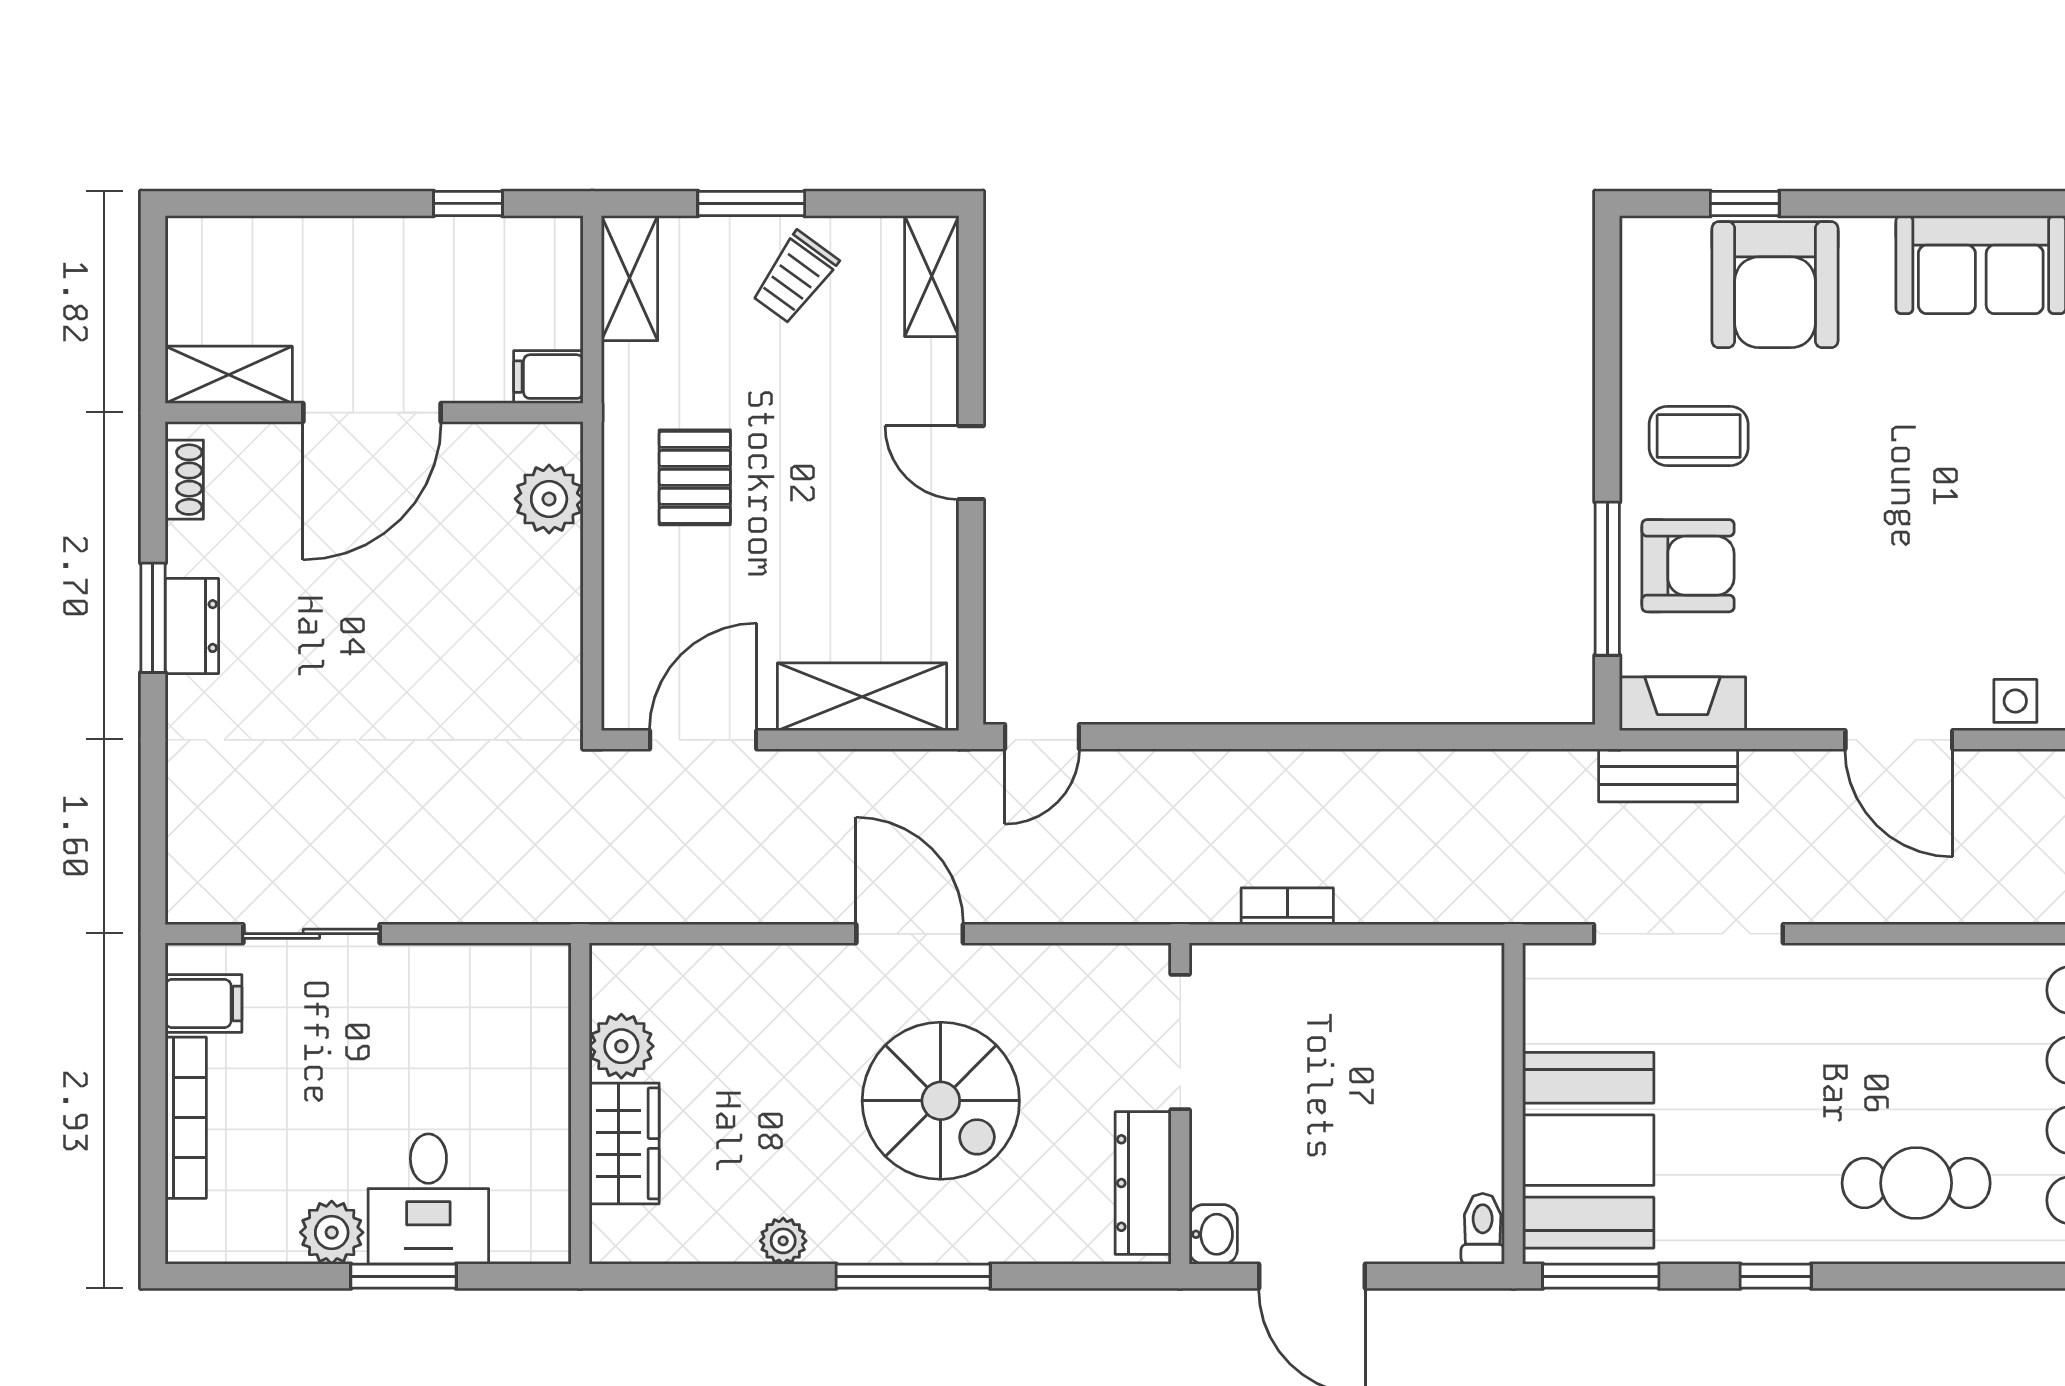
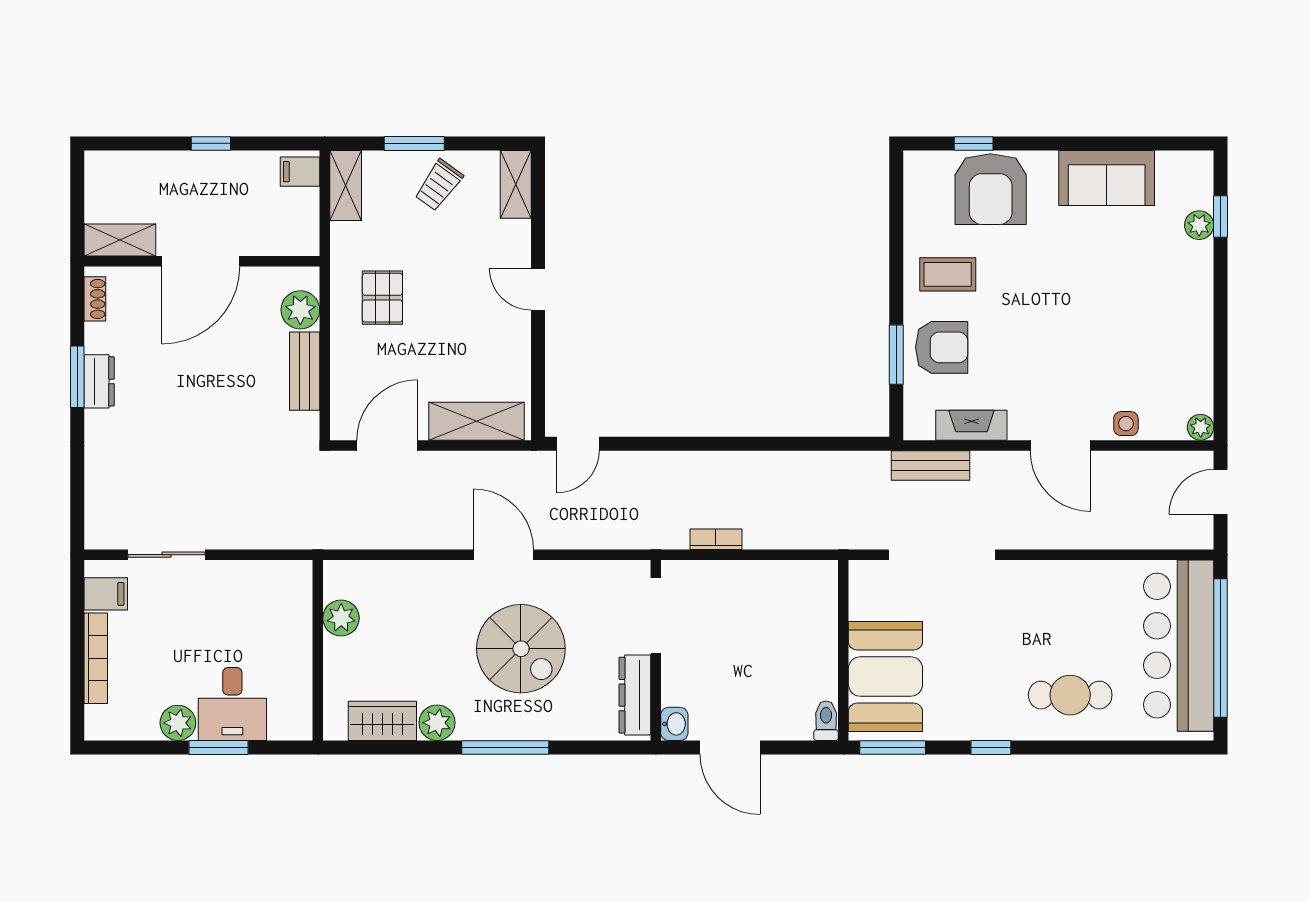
window: (468, 203) -> (211, 143), moved
filing cabinet: (548, 377) -> (300, 172), moved
window: (1607, 579) -> (896, 355), width x0.69
bench: (557, 608) -> (305, 371), added
fireplace: (1683, 704) -> (971, 425), moved
wardrobe: (624, 1143) -> (382, 721), moved, turned -90
plant: (783, 1241) -> (437, 723), width x1.38, depth x1.38

